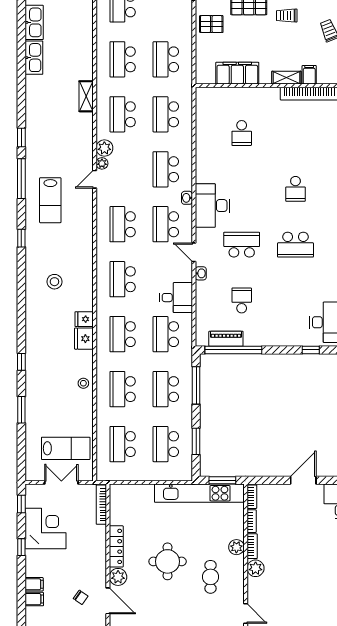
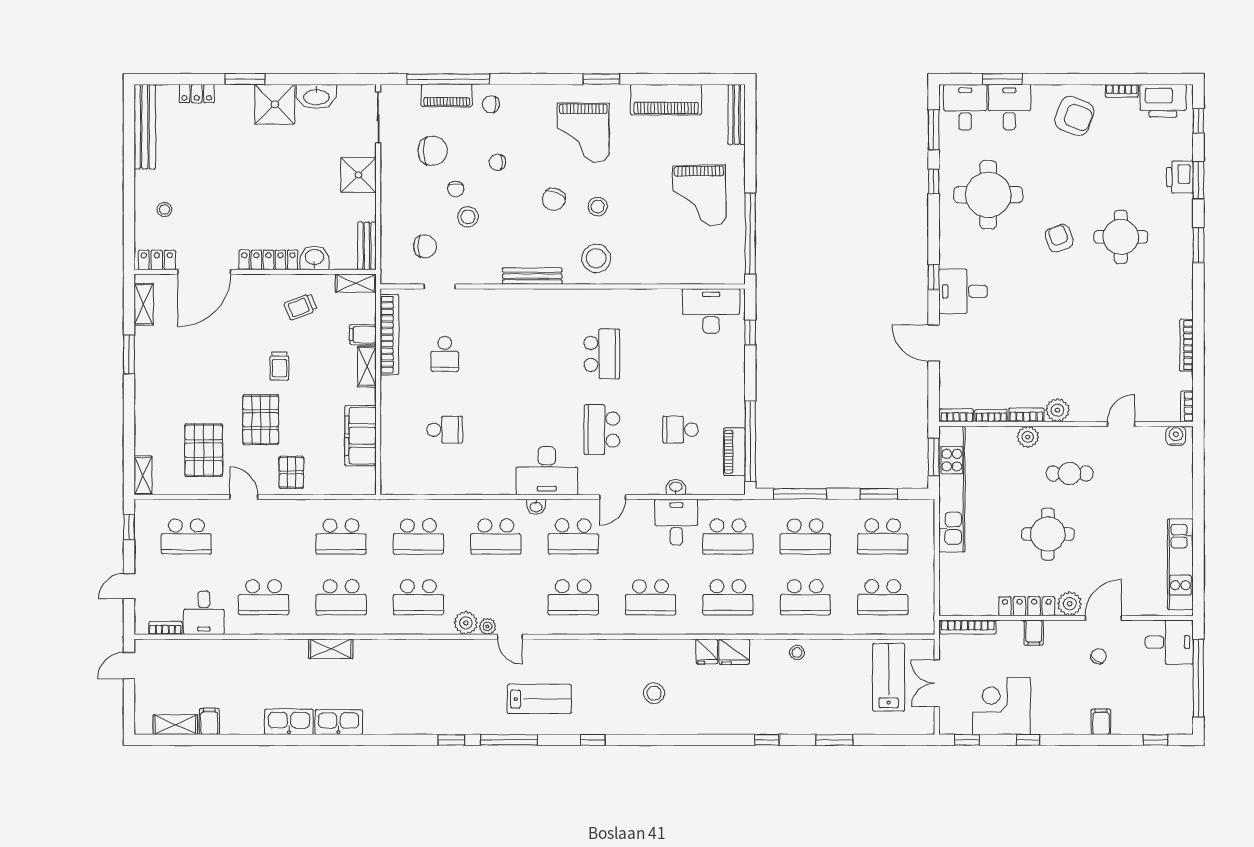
shelving: (86, 96) -> (331, 649), moved
school desk: (295, 189) -> (445, 354), moved, turned 90
washbasin: (201, 273) -> (676, 487), moved
filing cabinet: (34, 584) -> (1034, 633), moved, turned 180

